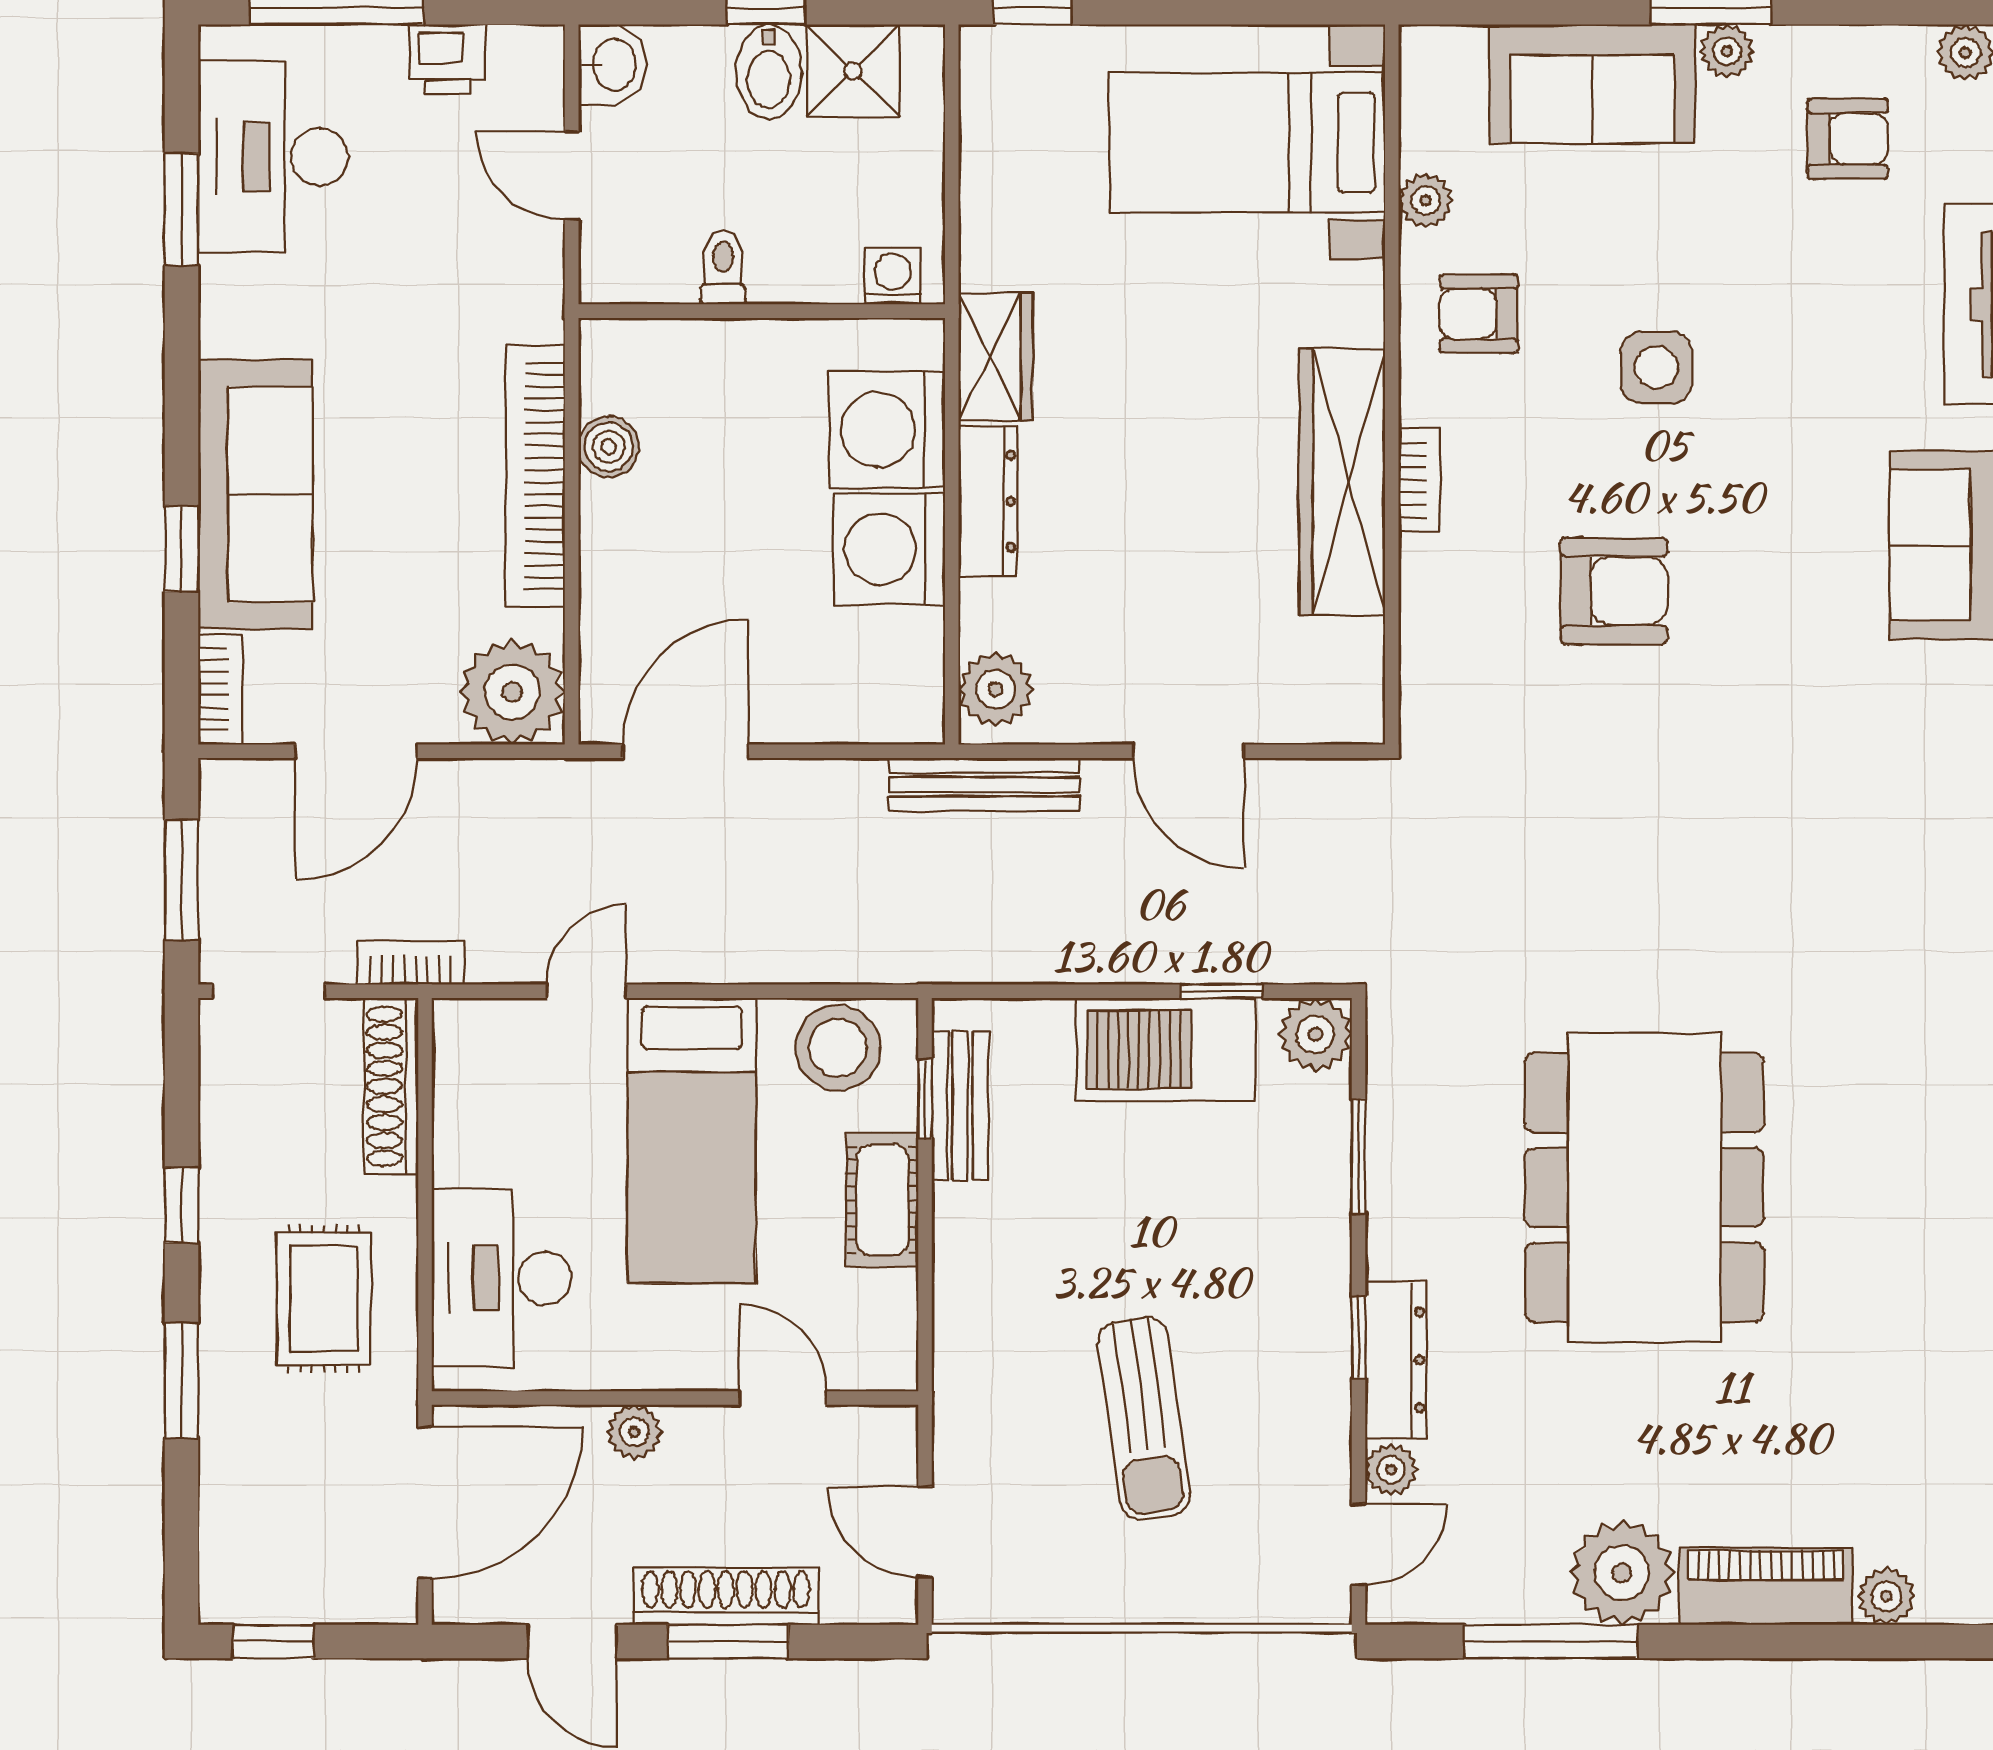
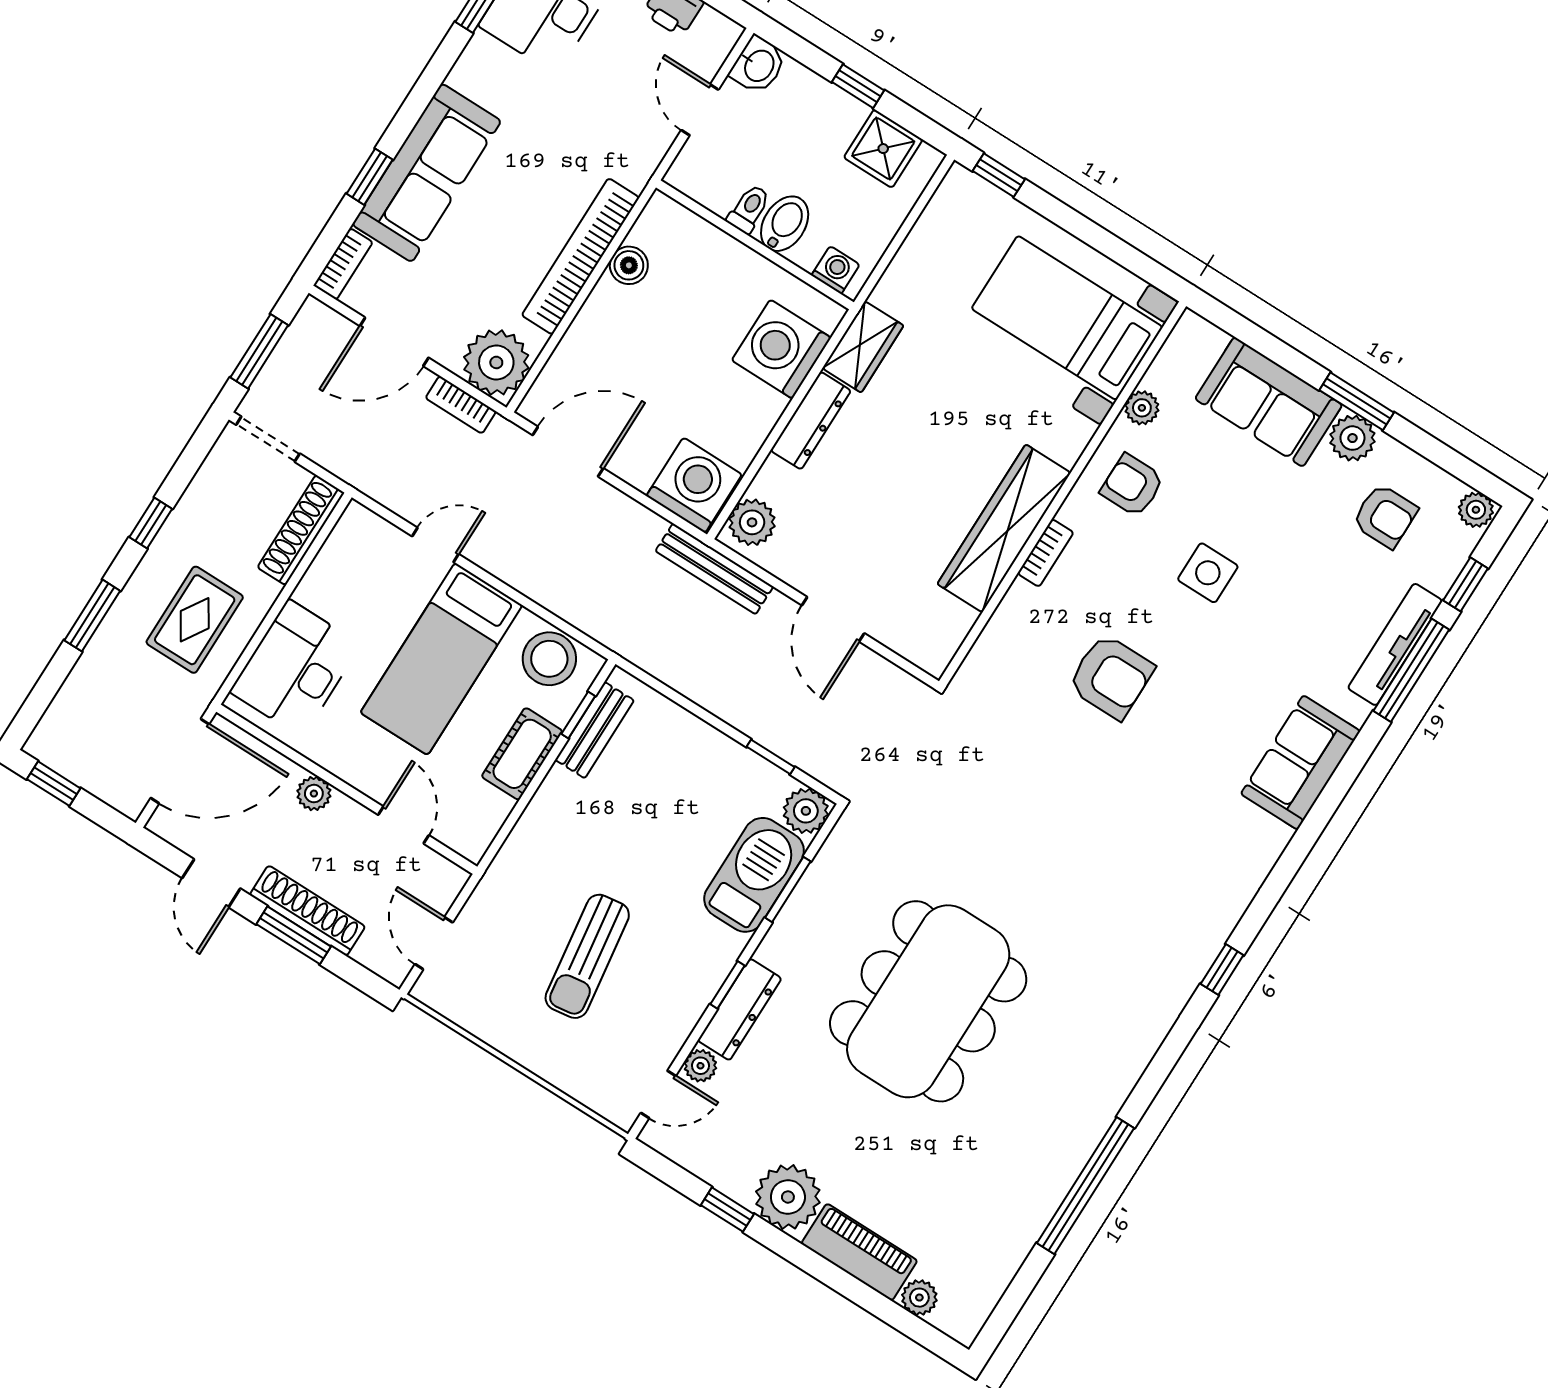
plant: (1727, 51) -> (1352, 438), width x1.38, depth x1.38
bidet: (769, 72) -> (785, 224), moved, turned 180
washing machine: (889, 549) -> (694, 485), moved, turned 90
bookcase: (411, 963) -> (461, 405), moved, turned 180
barbecue: (1166, 1050) -> (754, 875), moved, turned 90
window: (1551, 1641) -> (727, 1210), width x0.46

